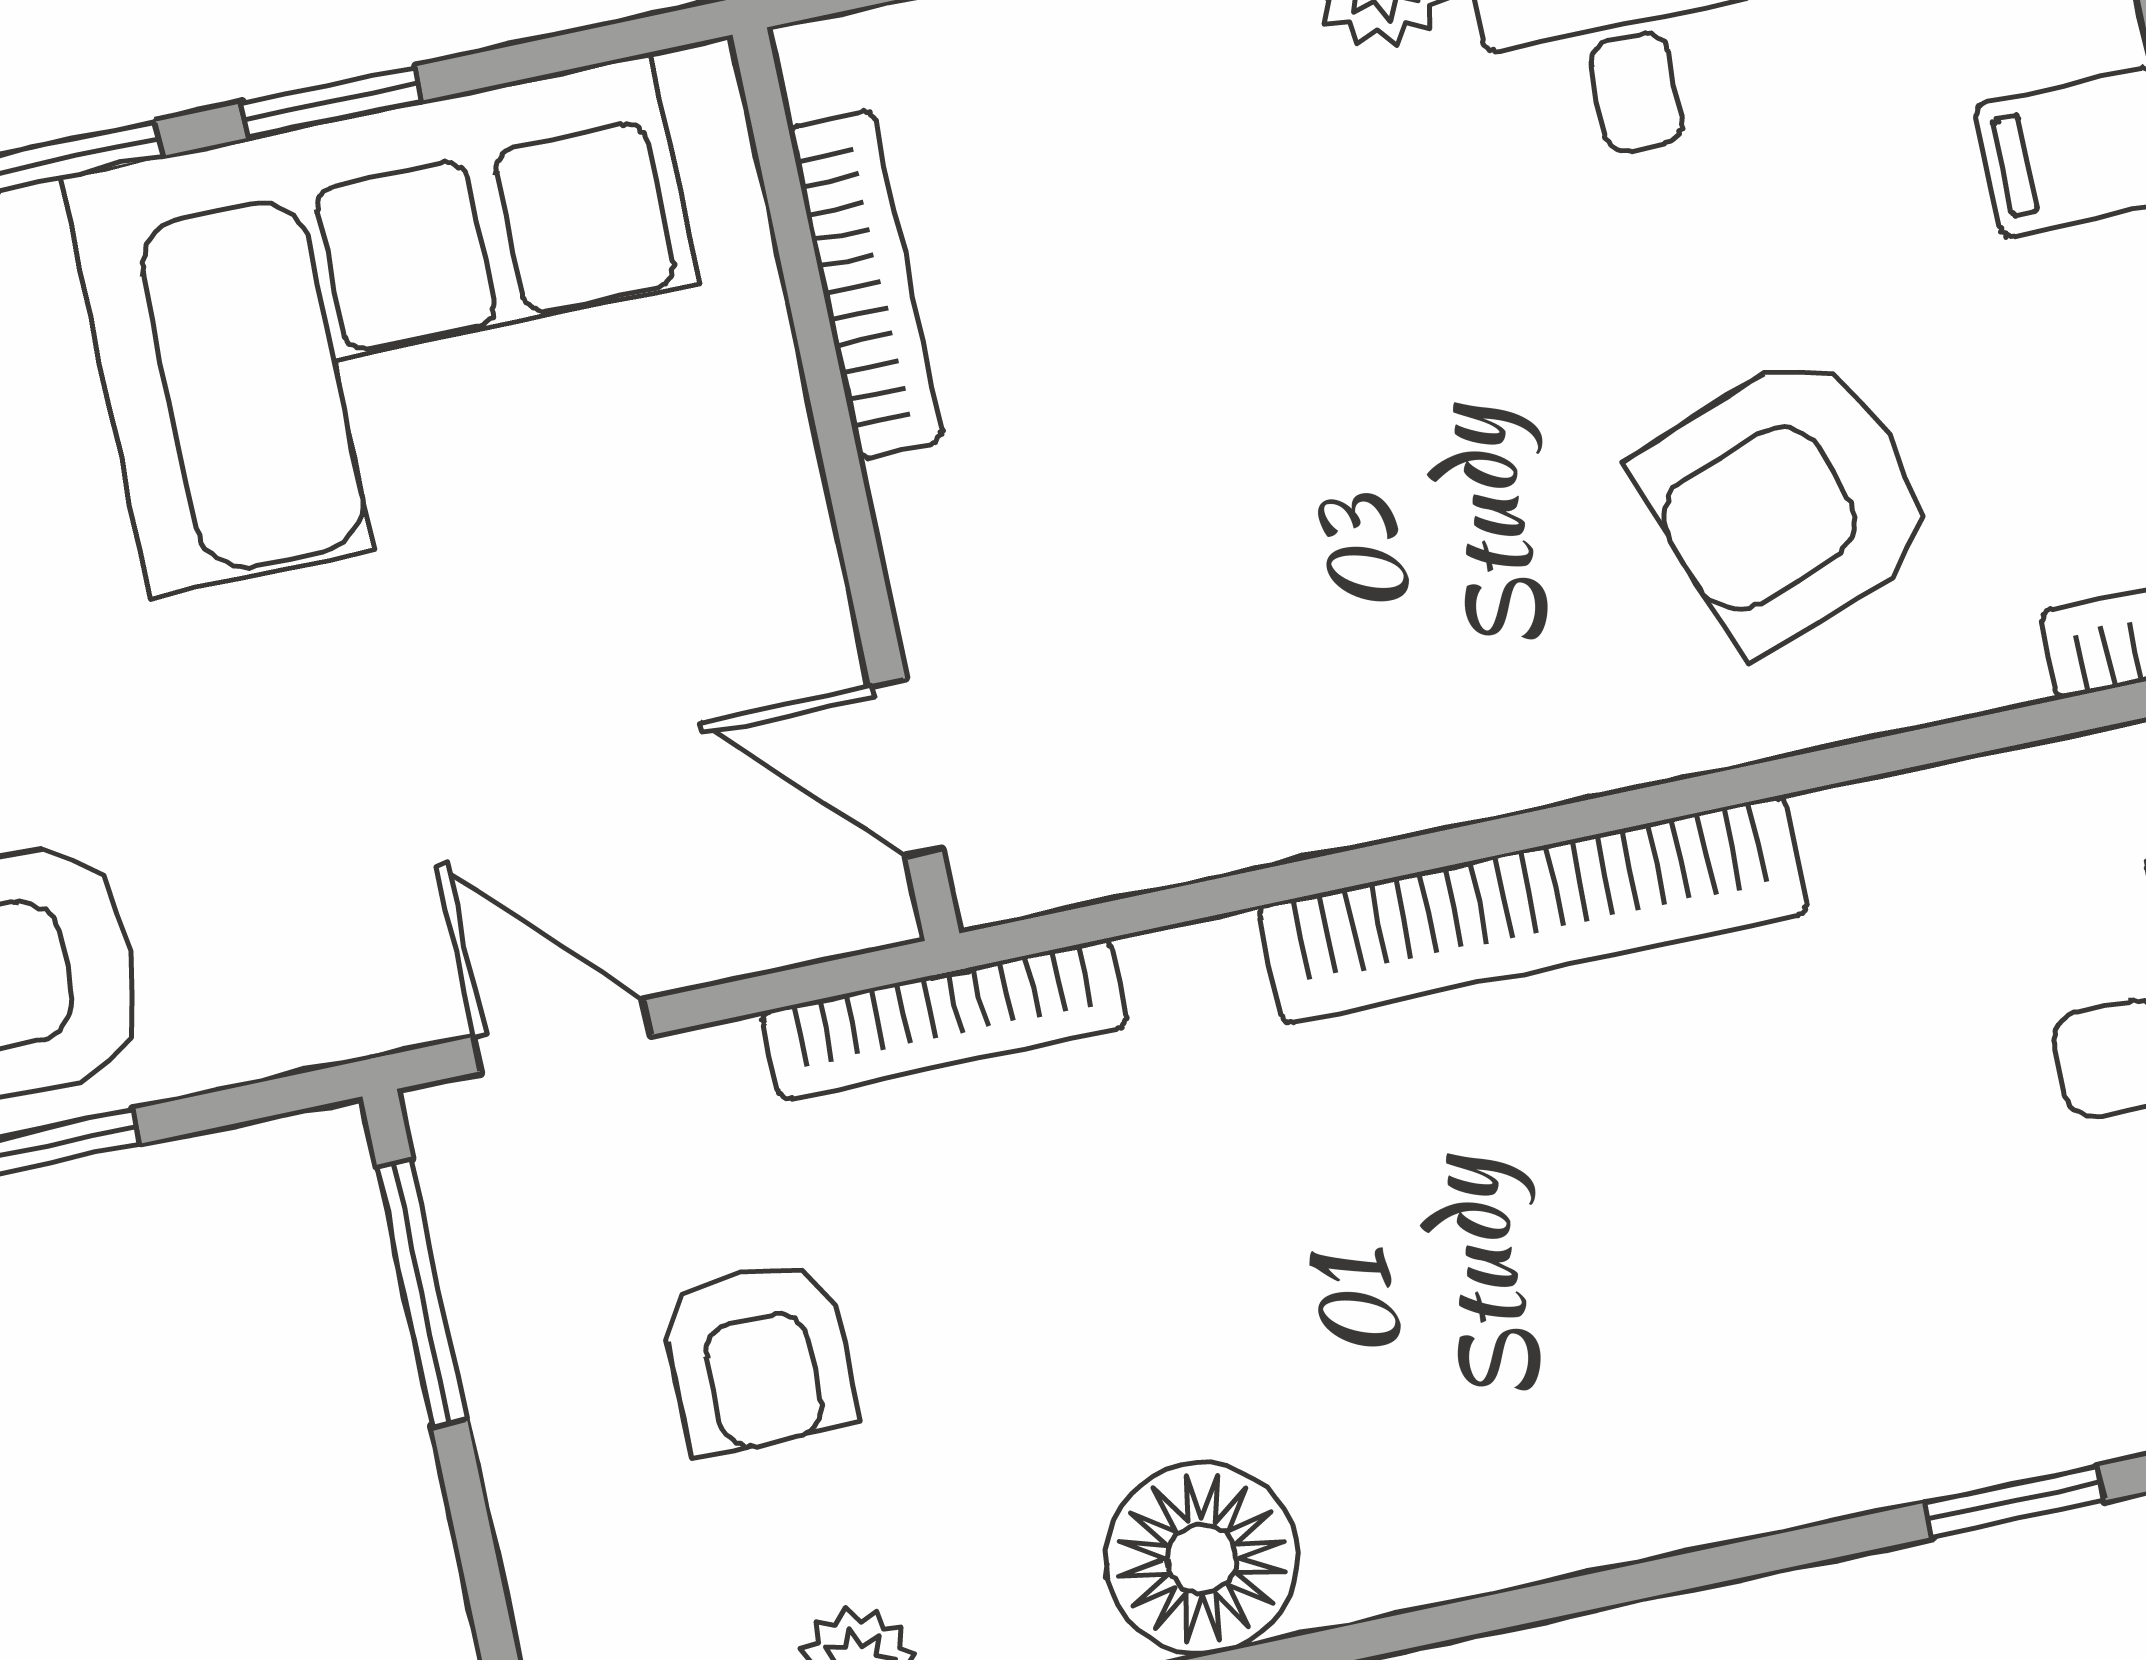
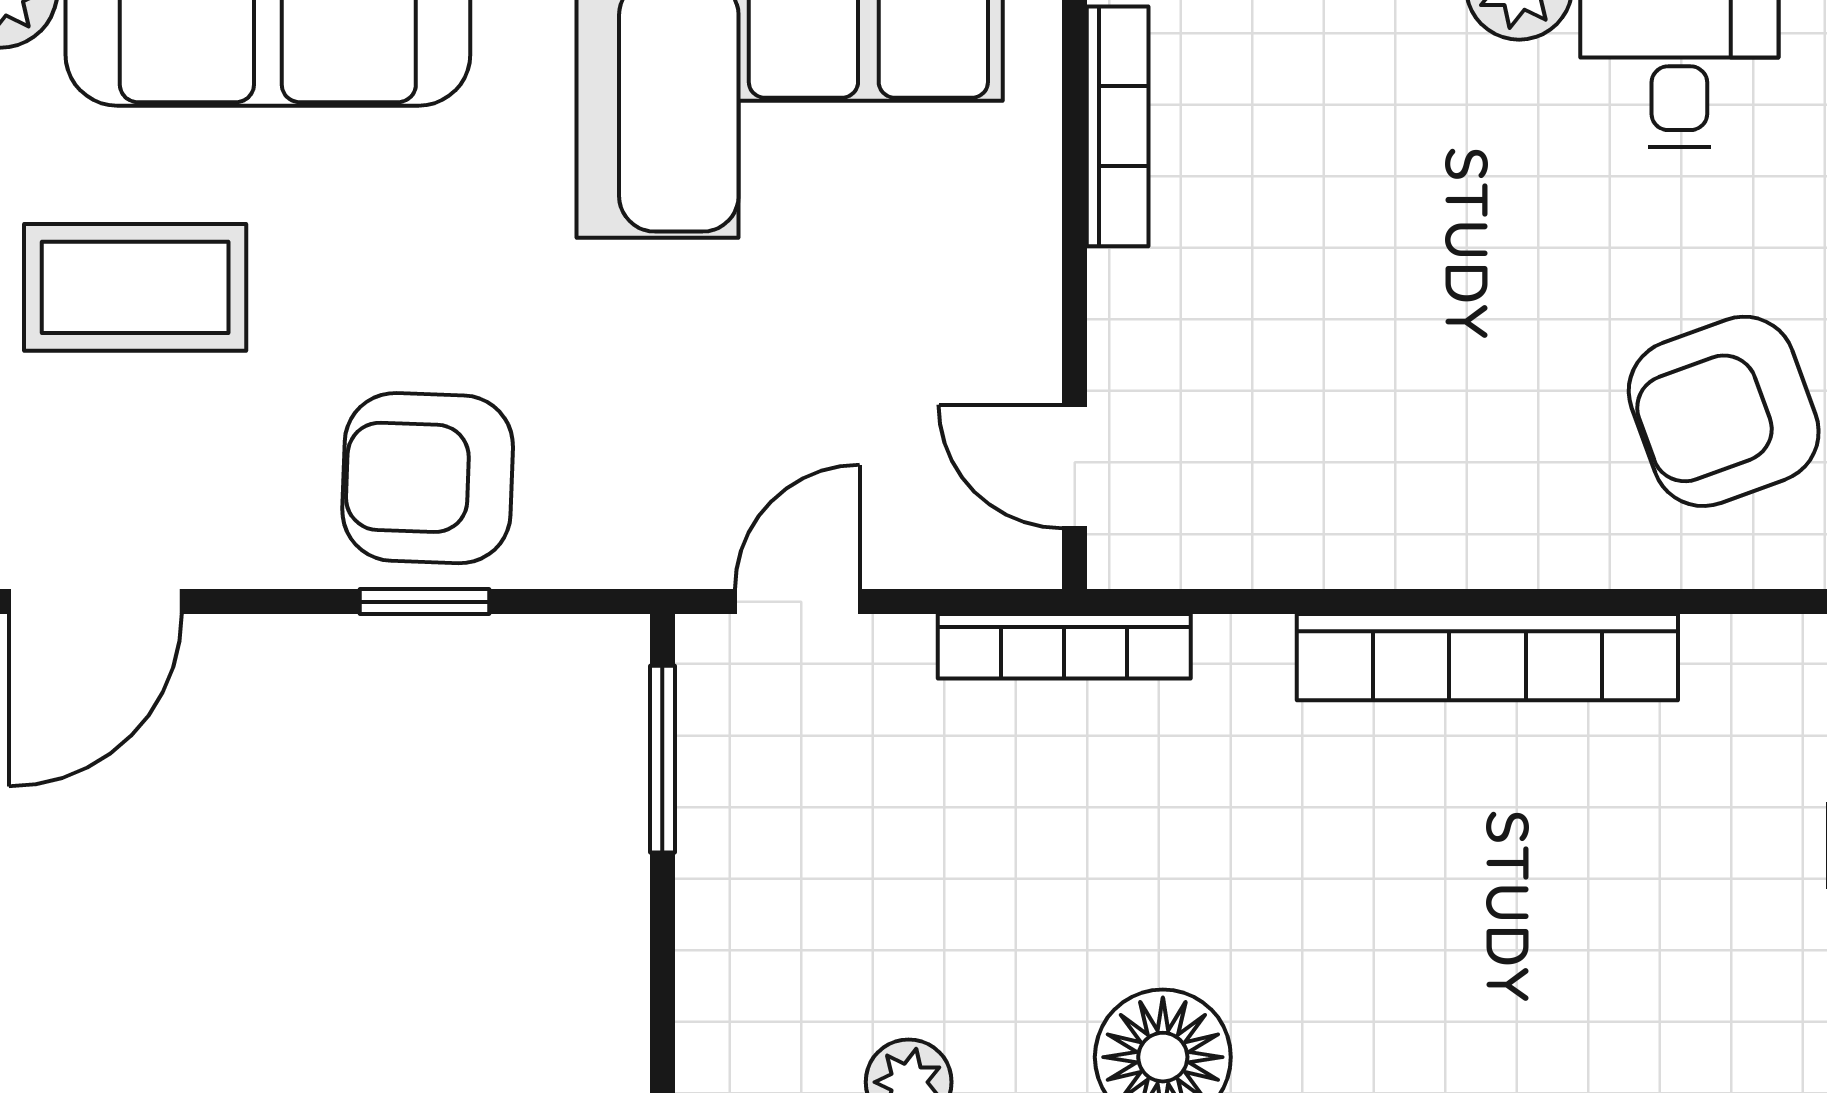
door: (562, 1036) -> (797, 602), hinge flipped
armchair: (759, 1356) -> (886, 852), removed

